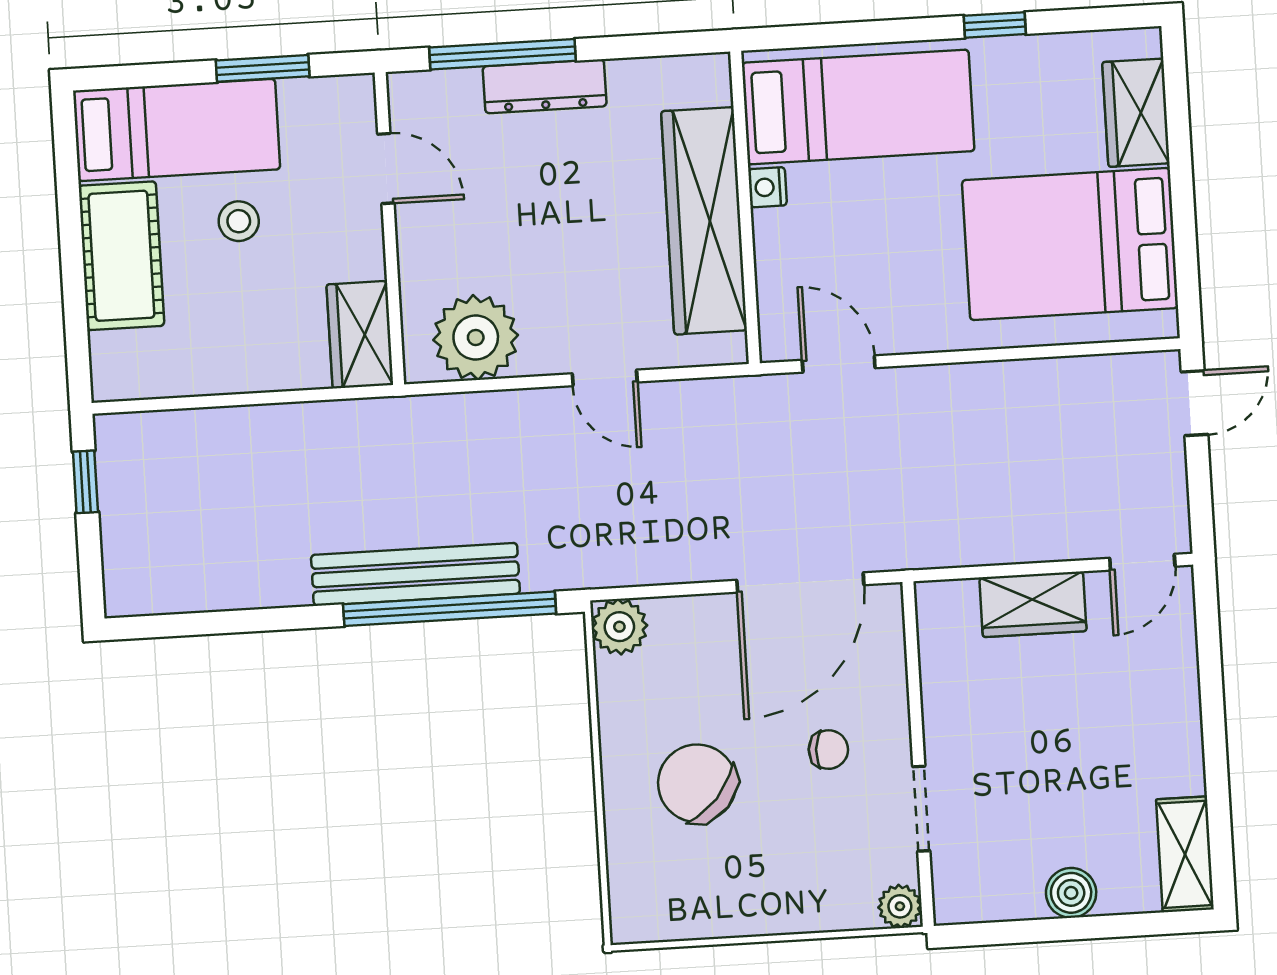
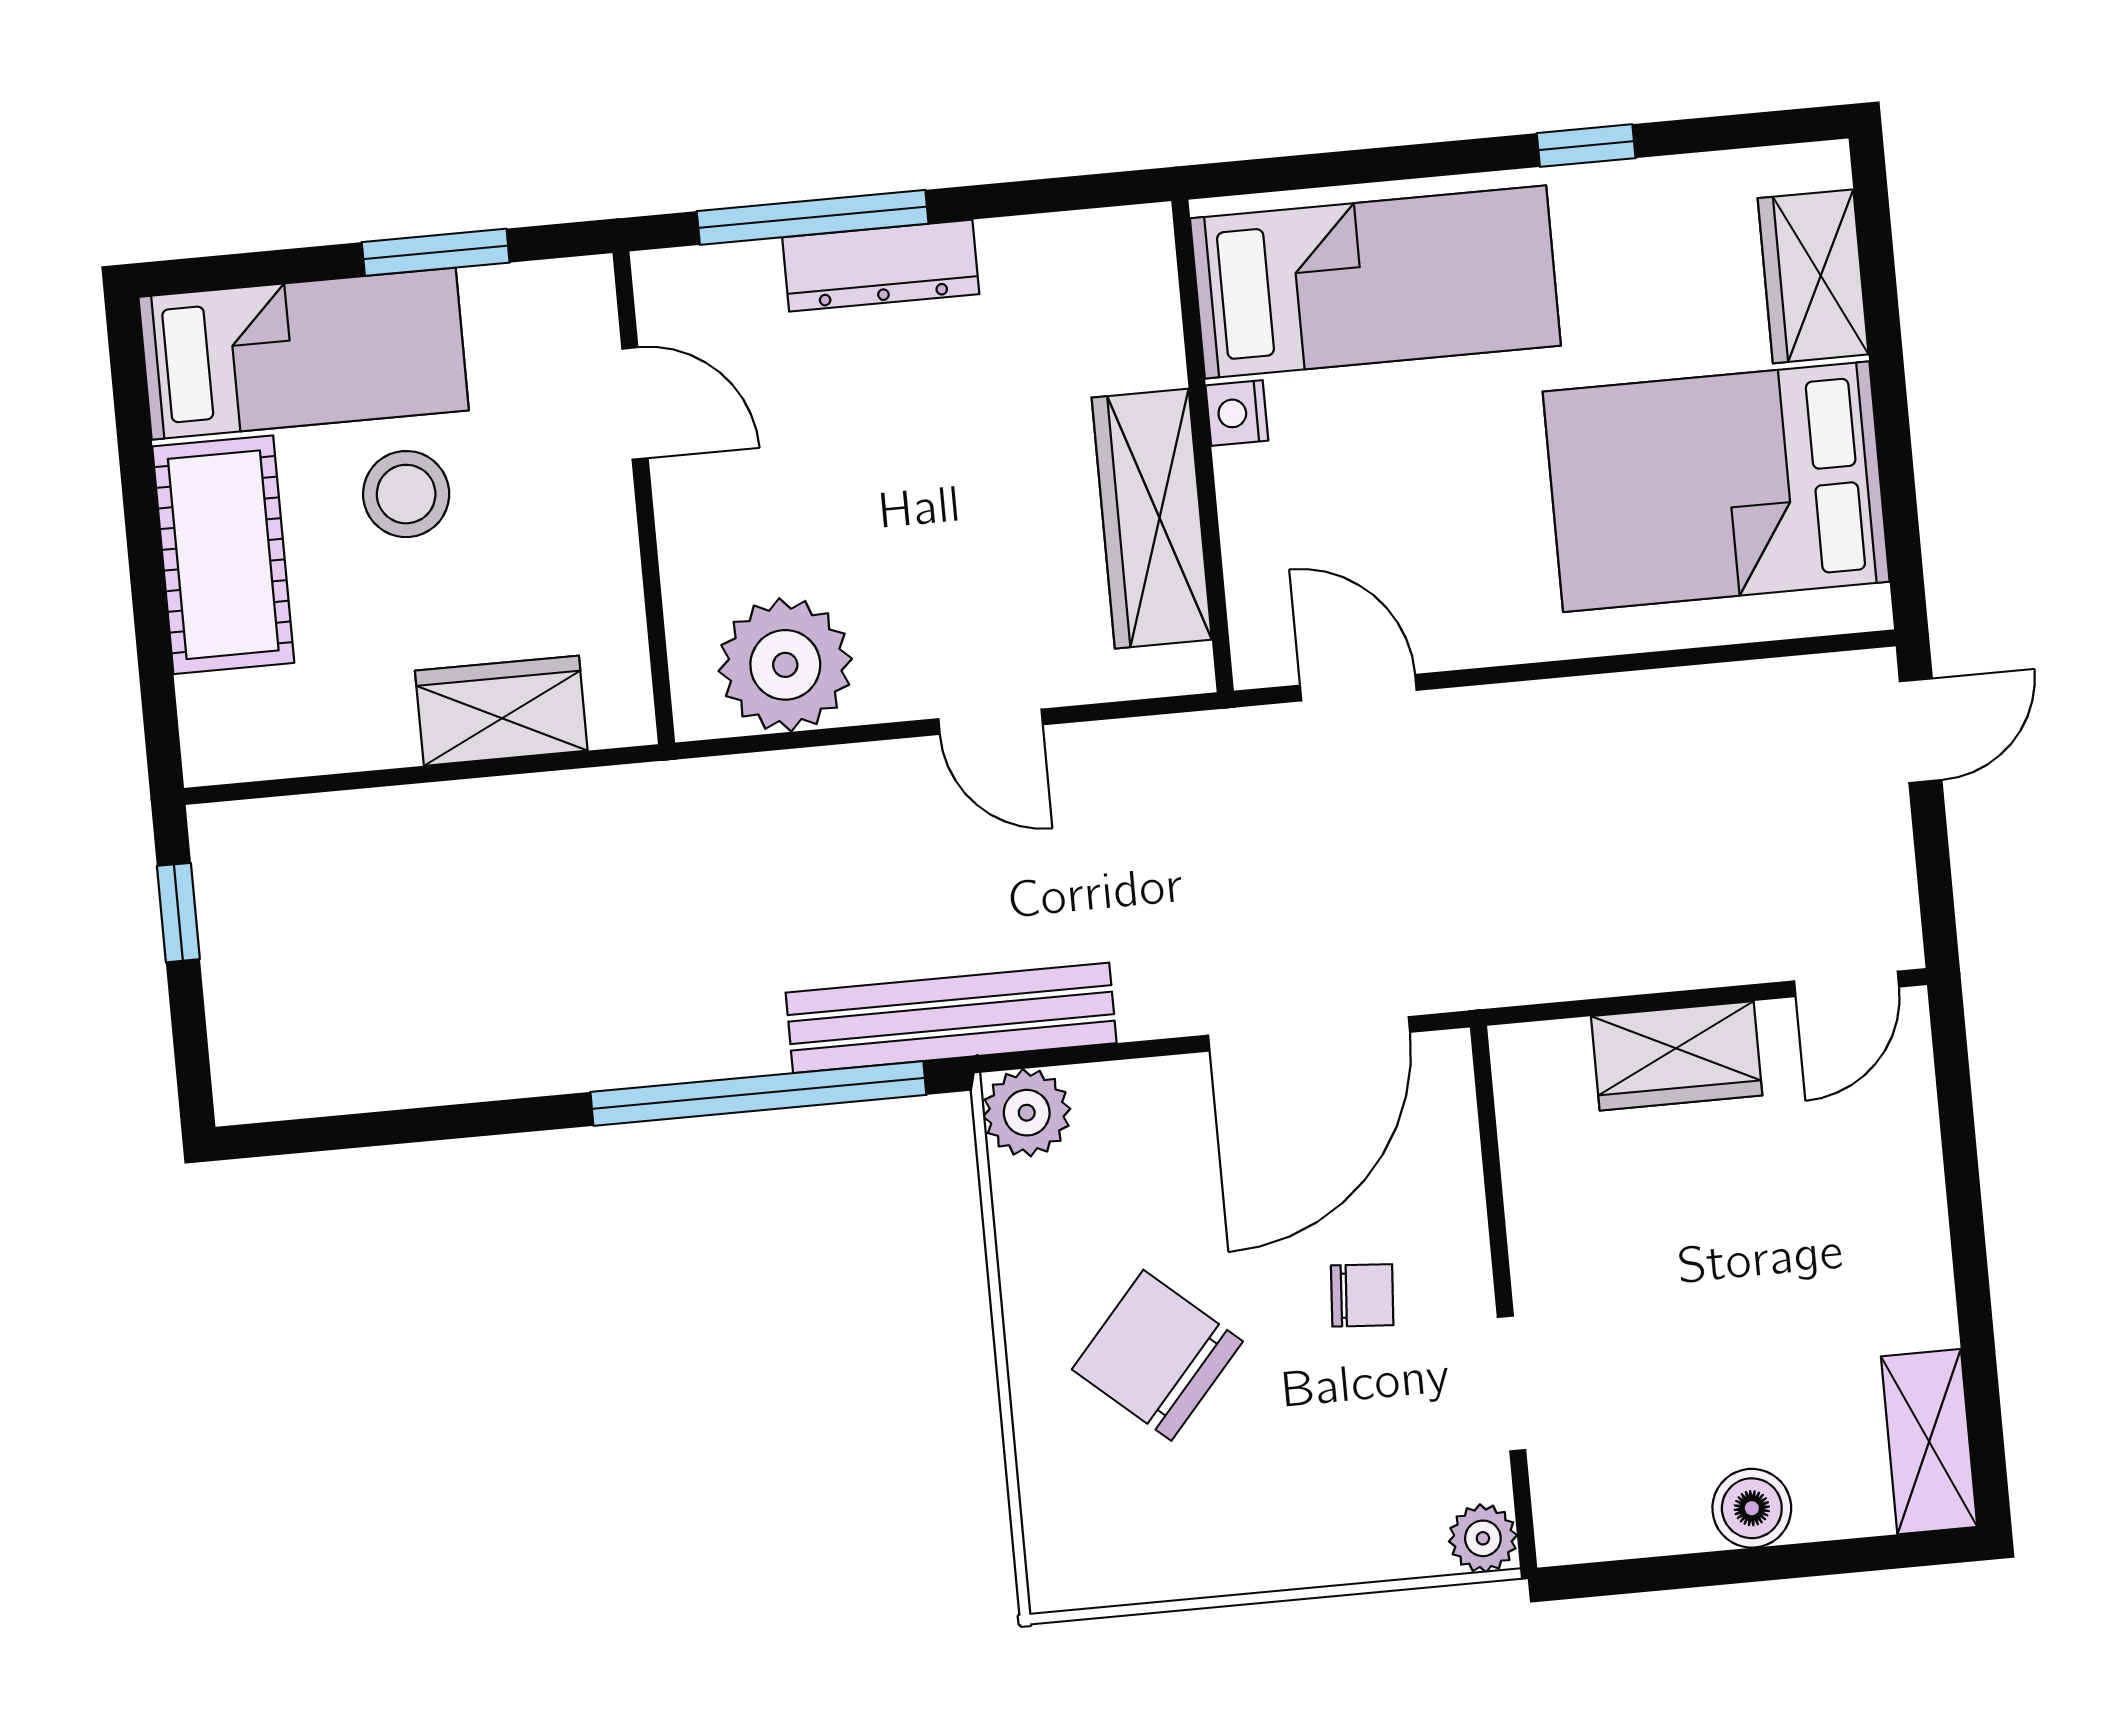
stool: (239, 221) -> (406, 494), width x1.37, depth x1.37
wardrobe: (704, 221) -> (1152, 519), width x0.71, depth x0.85
wardrobe: (360, 335) -> (501, 711), moved, turned 90
bench: (415, 574) -> (951, 1018), moved

